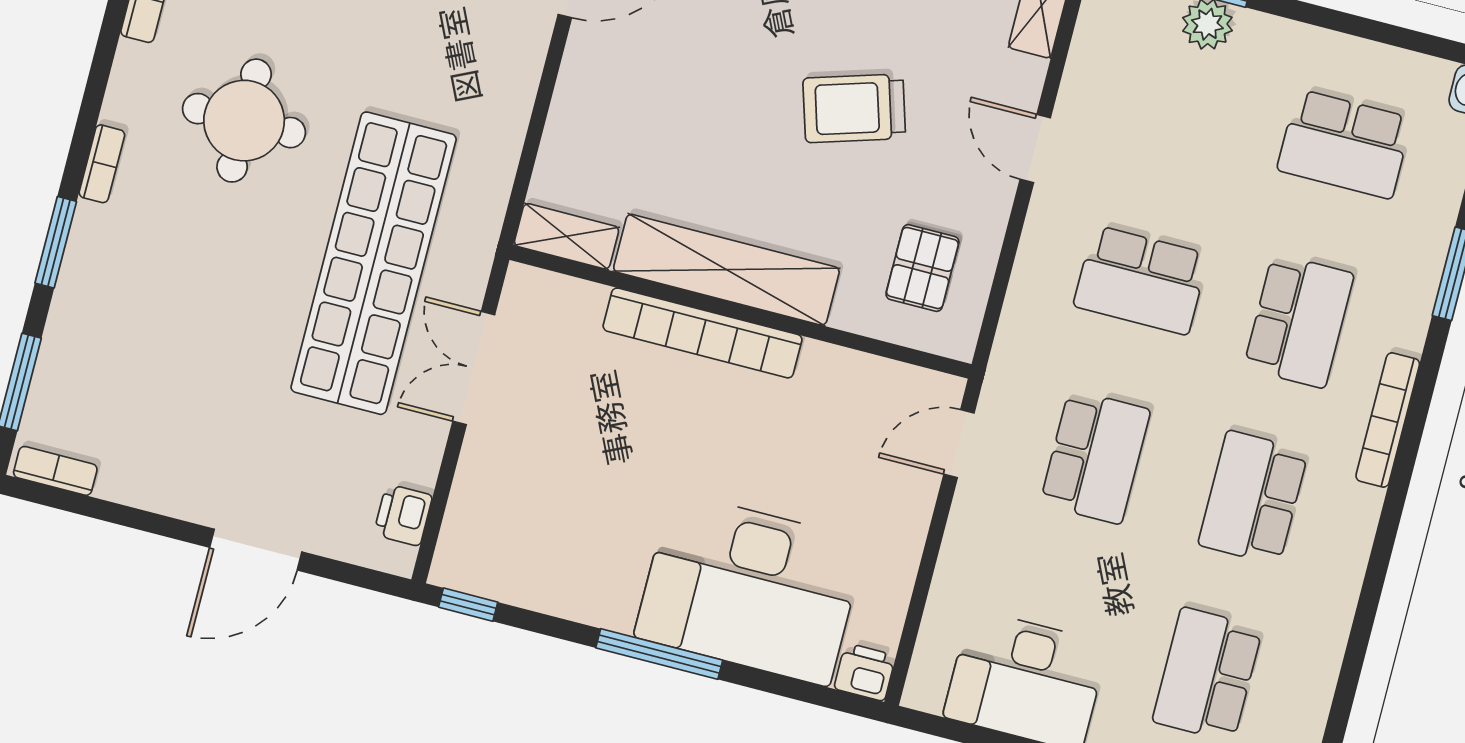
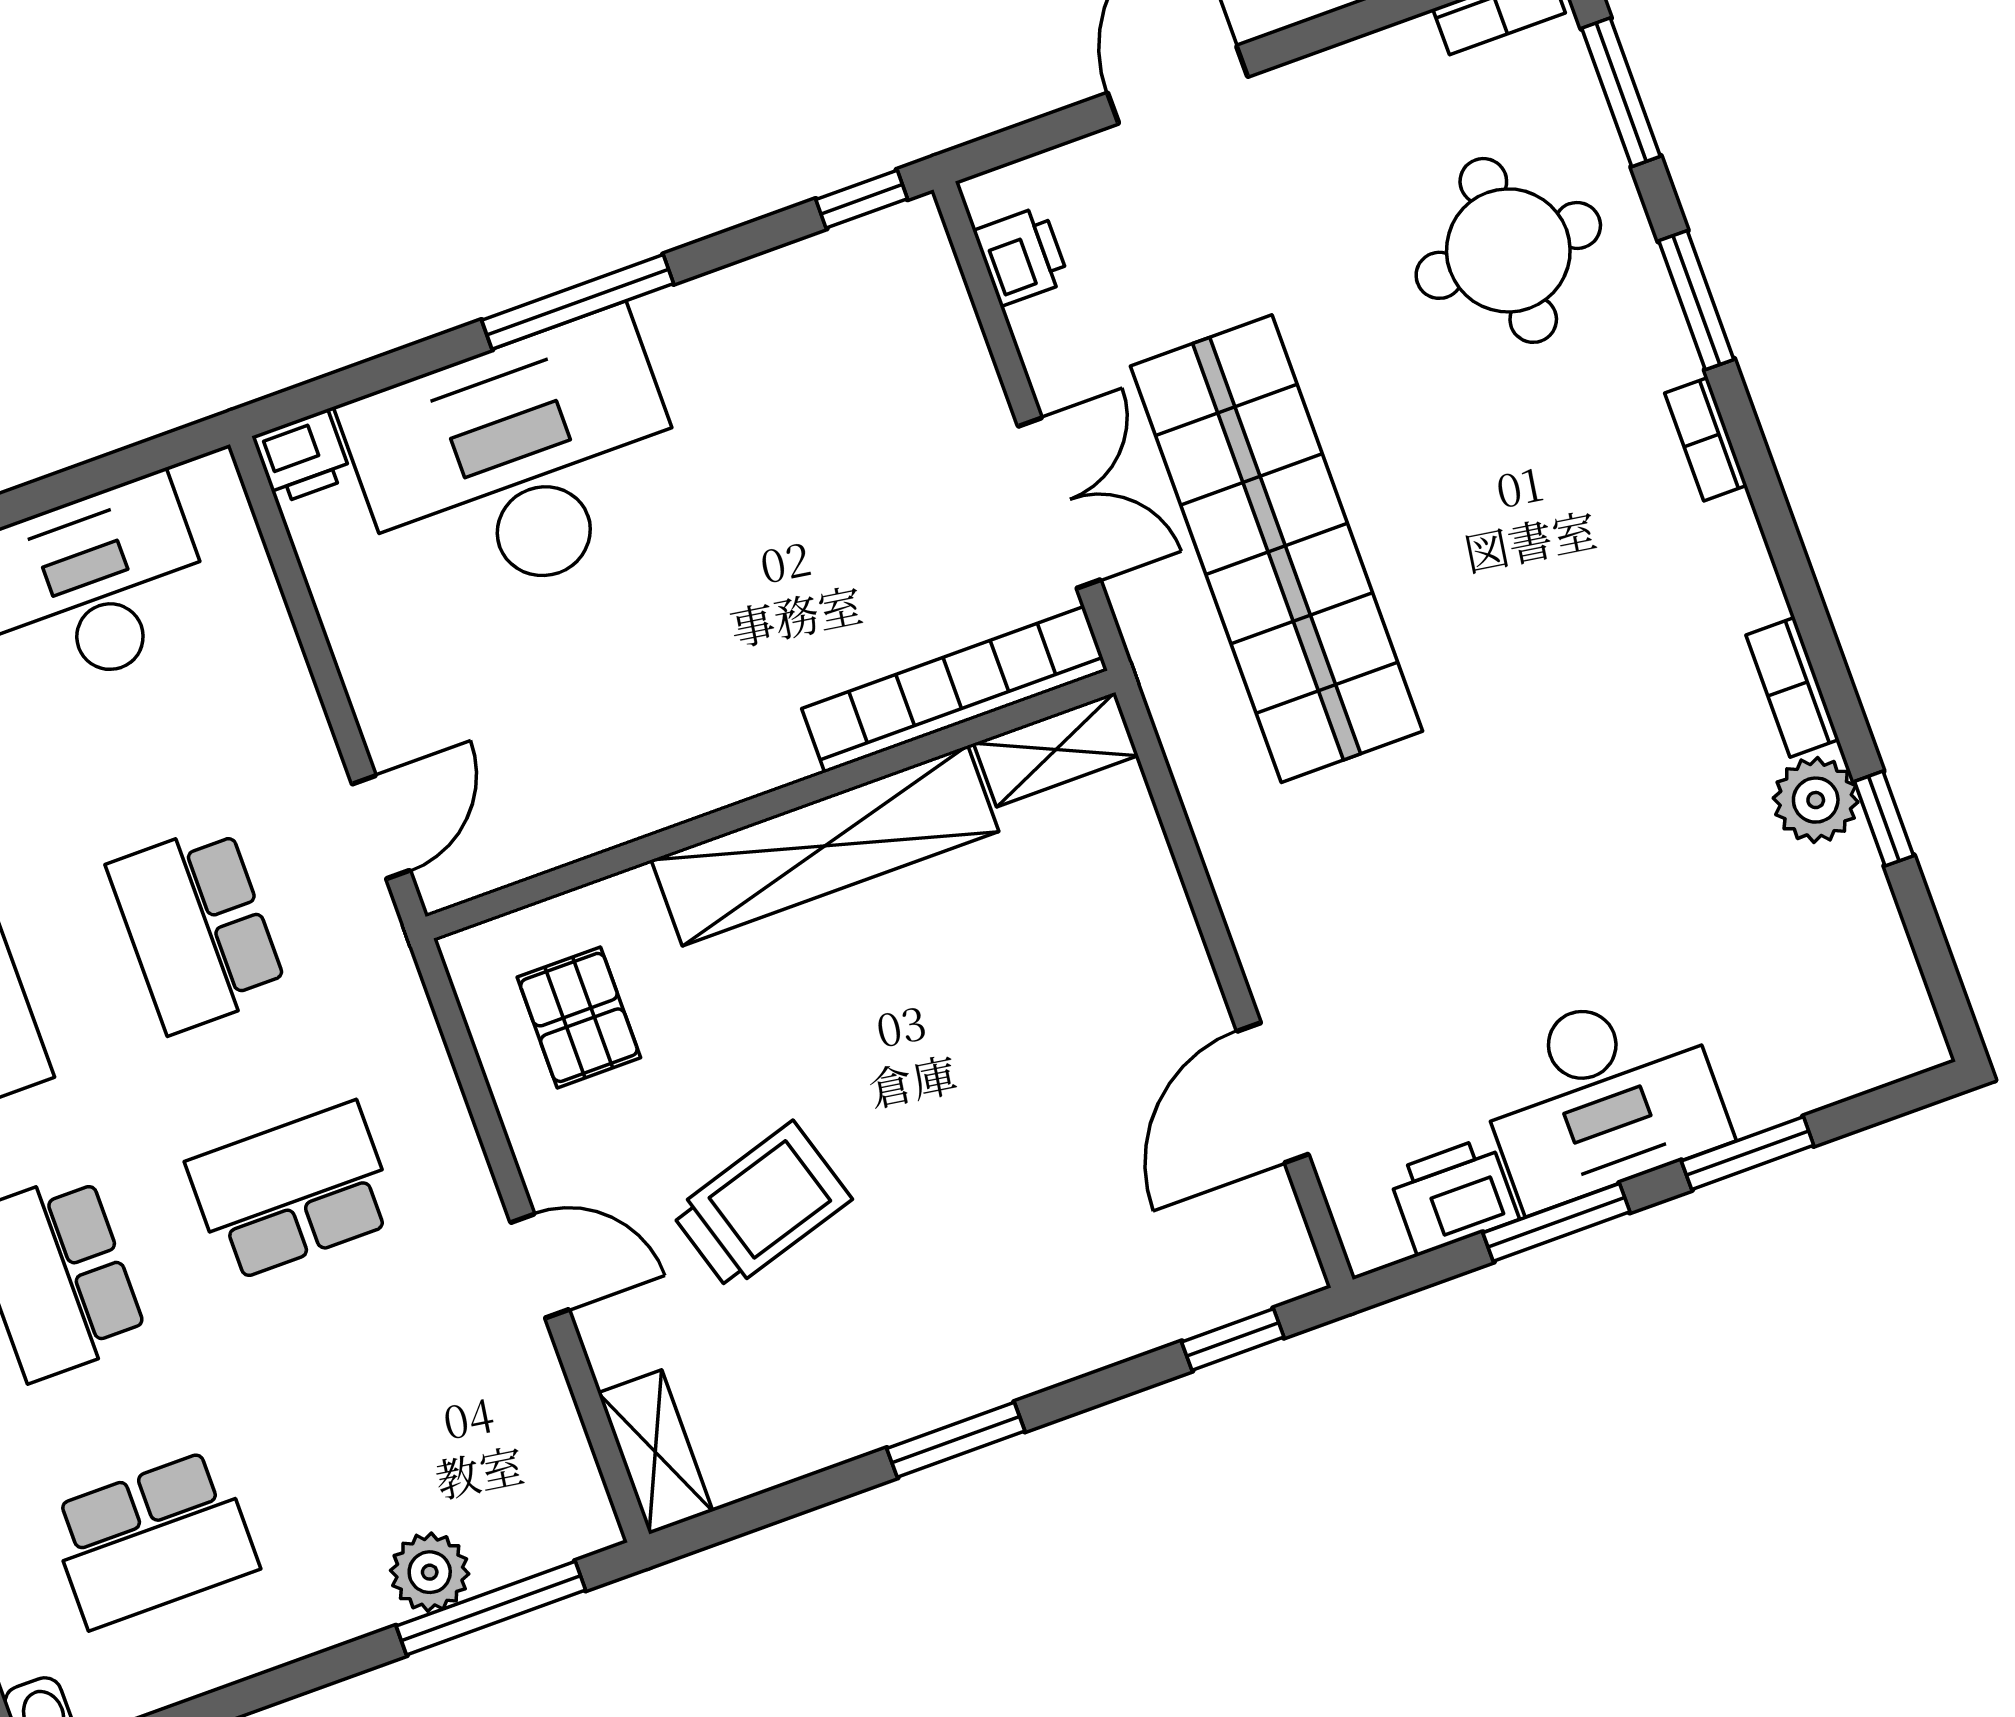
trolley: (854, 108) -> (761, 1206), moved
round table: (244, 121) -> (1508, 250), moved
school desk: (1345, 144) -> (153, 1539), turned 180
bookcase: (703, 333) -> (955, 689), moved

